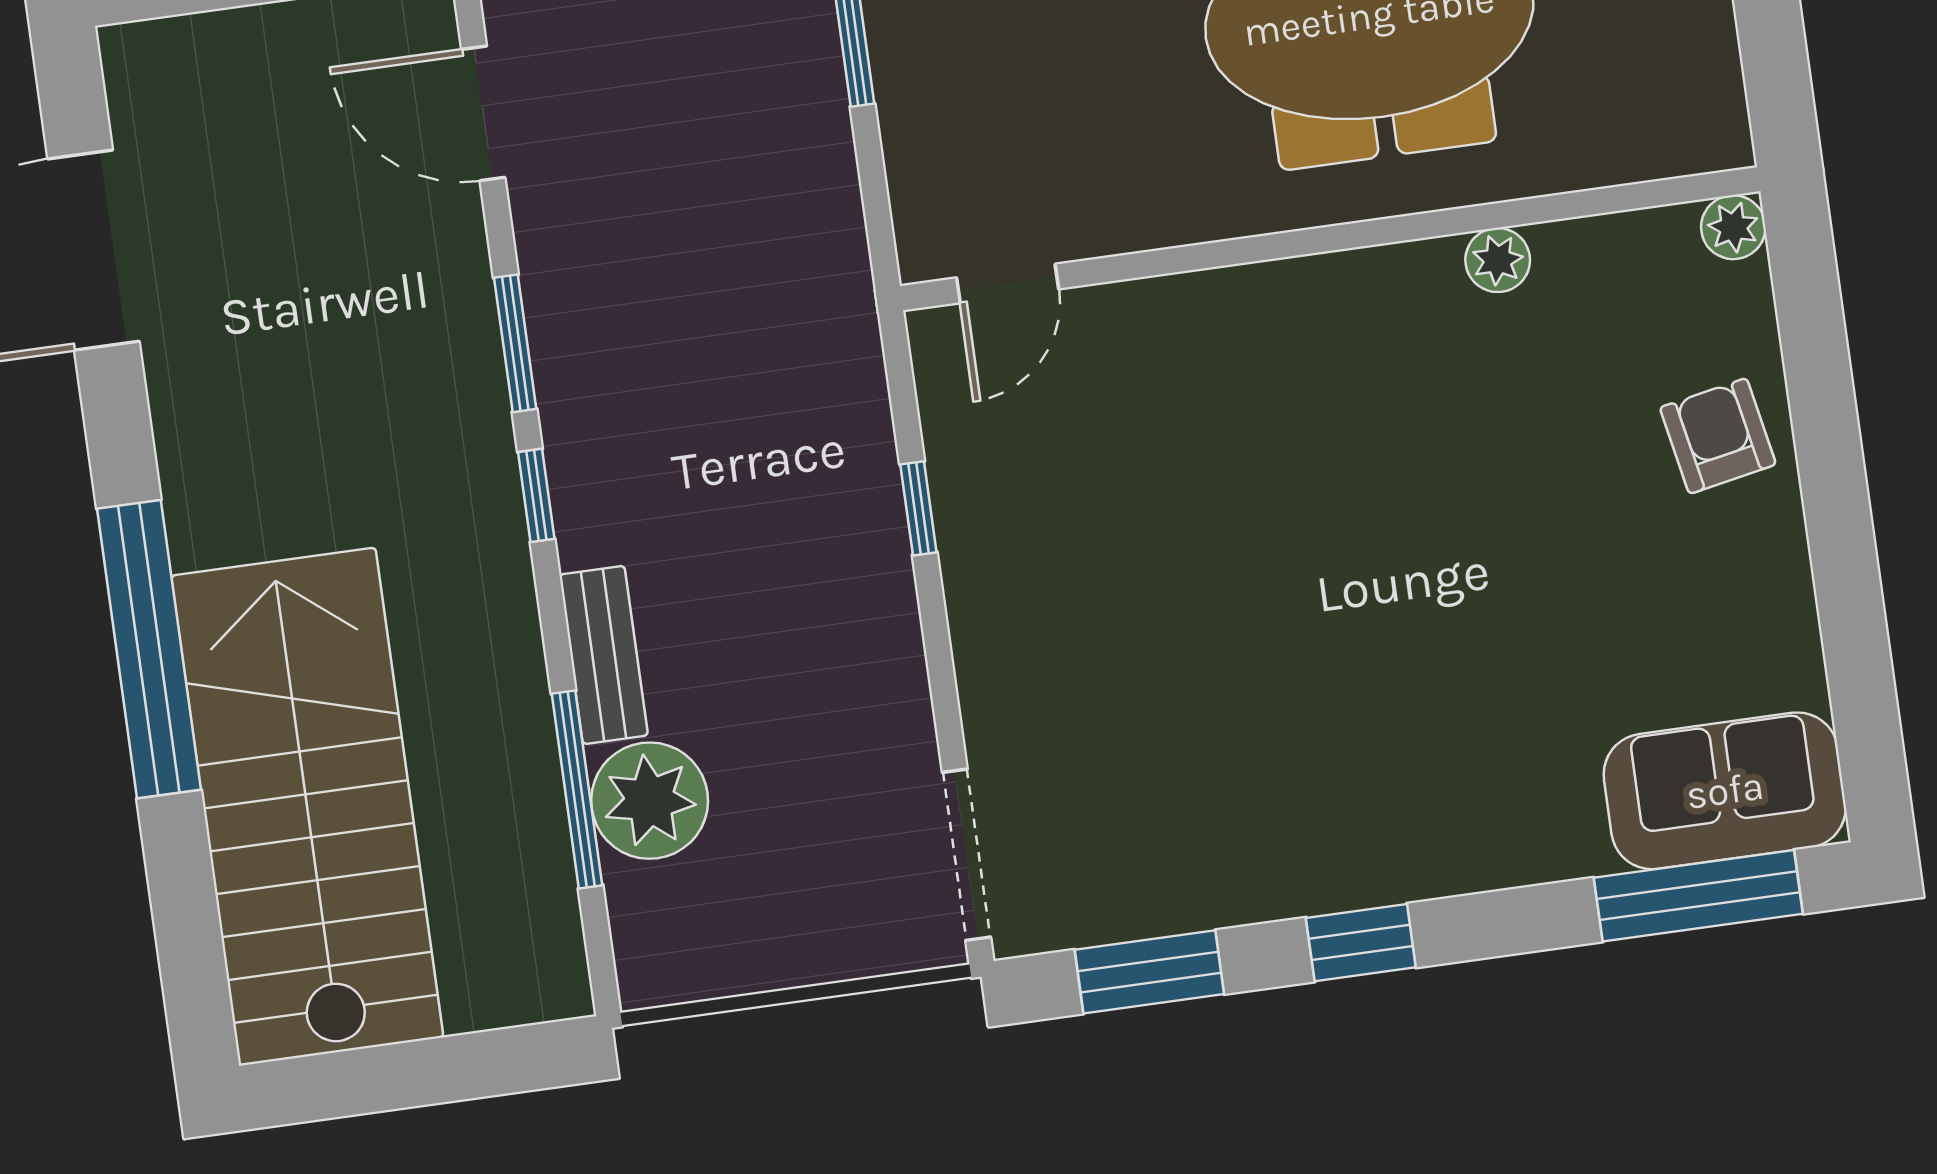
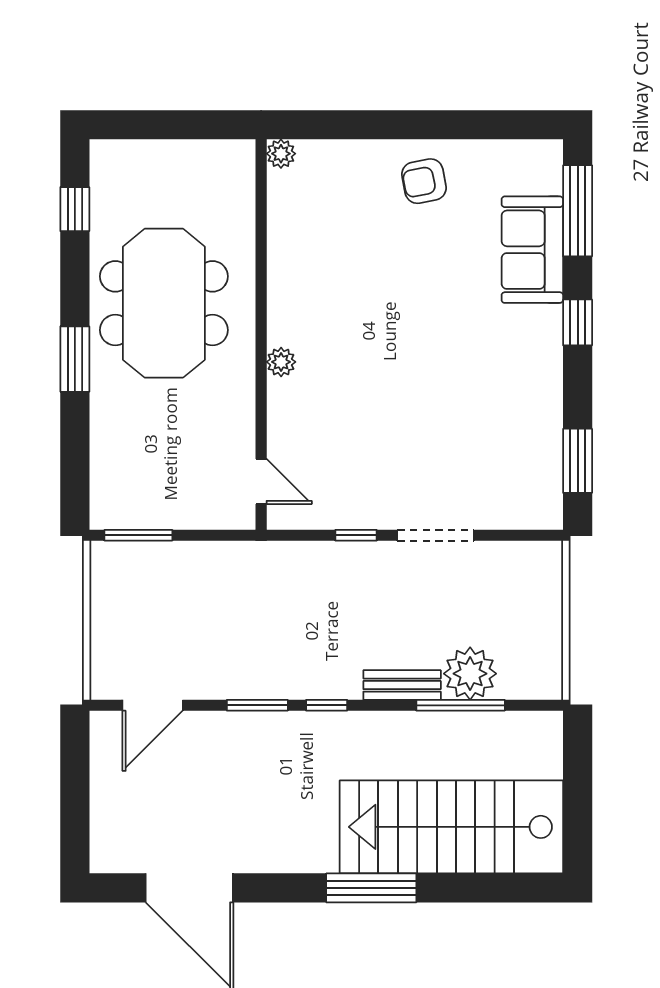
plant: (1498, 260) -> (281, 362), moved
armchair: (1718, 436) -> (424, 181), moved
window: (149, 649) -> (371, 888), width x0.68
sofa: (1725, 791) -> (532, 250), moved
doorway: (966, 855) -> (436, 535), moved
window: (1361, 943) -> (578, 322), moved

